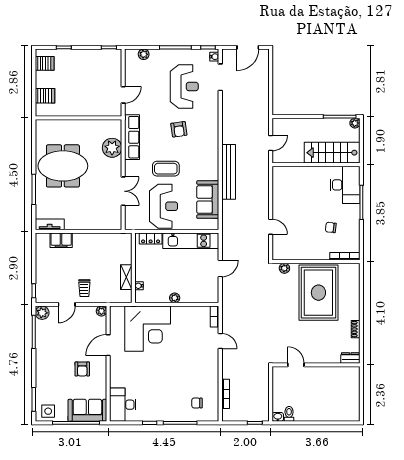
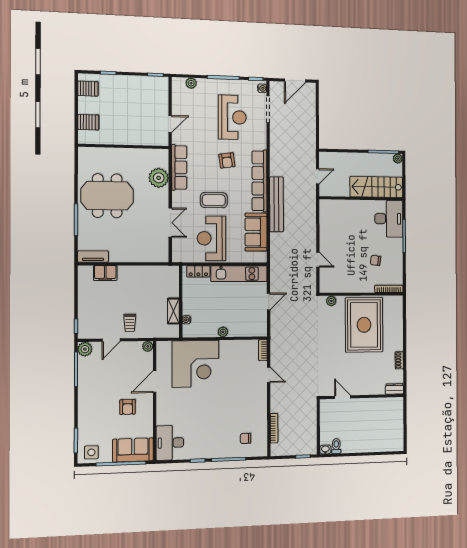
row of seats: (211, 149) -> (259, 181), added
reception desk: (164, 206) -> (212, 238), turned 180

